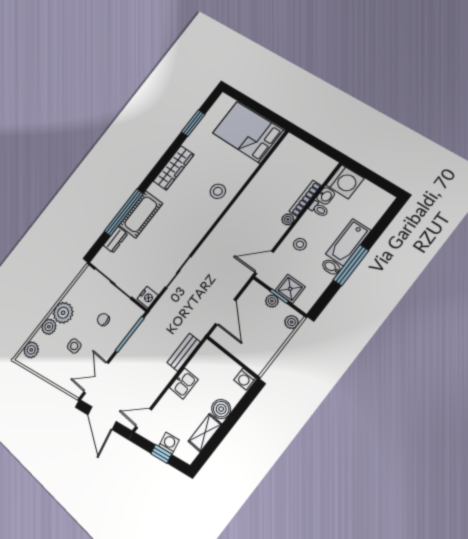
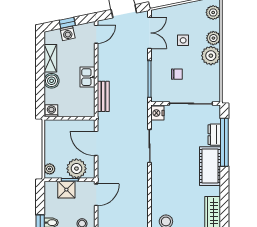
window: (124, 212) -> (224, 142), moved
plant: (272, 301) -> (76, 169), width x1.88, depth x1.88

